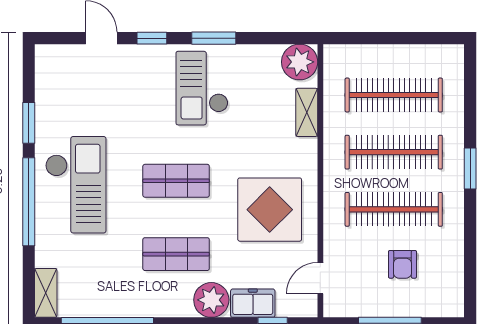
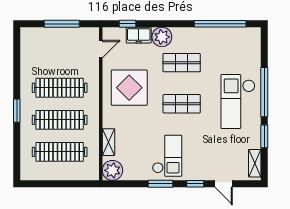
armchair: (402, 264) -> (55, 57), removed
shelving: (46, 293) -> (255, 163), moved

